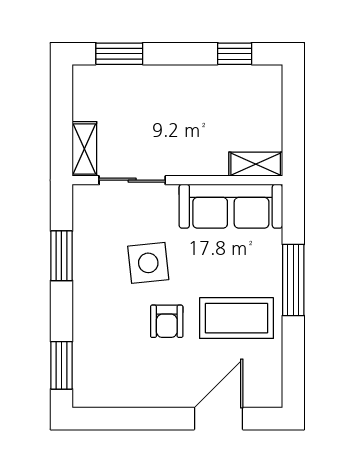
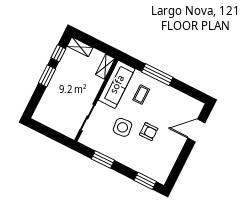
window: (119, 54) -> (47, 76), moved
shelving: (84, 149) -> (80, 47), moved
coffee table: (236, 318) -> (141, 95), moved, width x0.54, depth x0.58
door: (218, 419) -> (196, 130), hinge flipped

